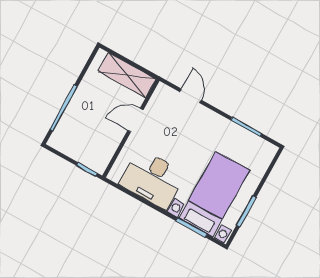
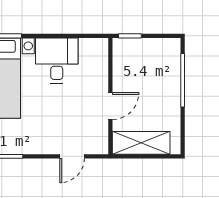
door: (191, 96) -> (72, 156), hinge flipped
desk: (152, 179) -> (57, 61), width x0.73

